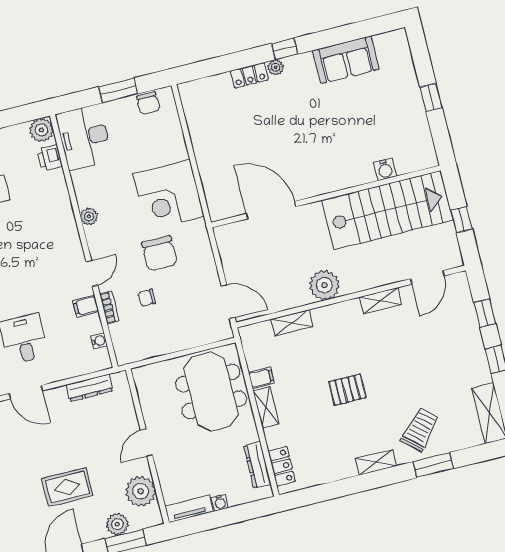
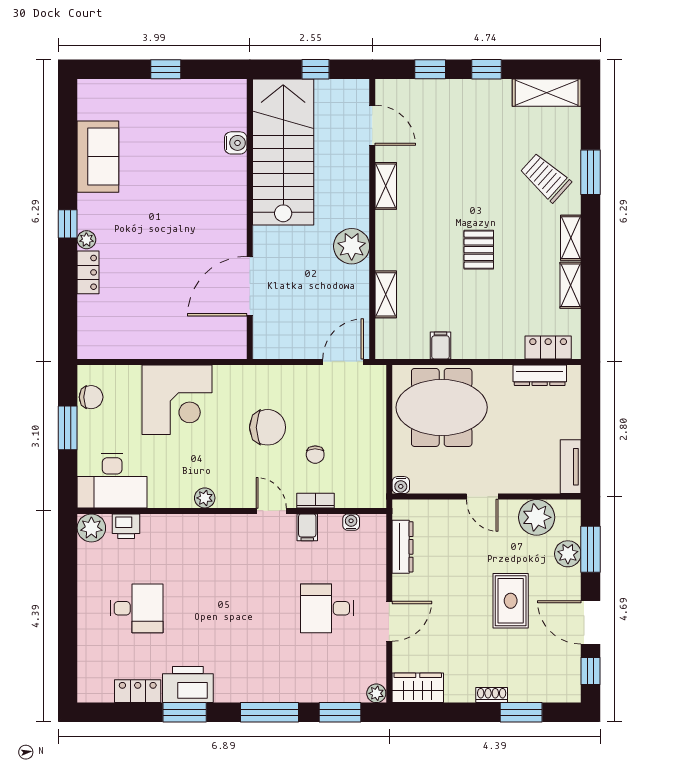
corner desk: (169, 195) -> (177, 400), moved
shelving: (266, 407) -> (571, 285), moved, turned 90
water cooler: (220, 503) -> (401, 485), moved, turned 90

